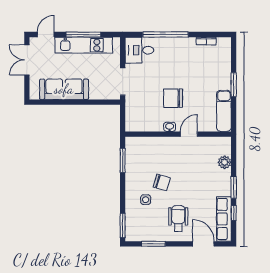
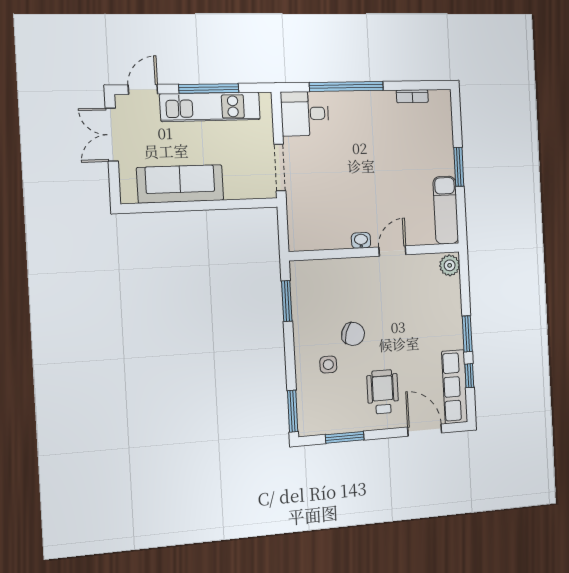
chair: (173, 98) -> (364, 192), removed
plant: (225, 162) -> (450, 265), moved

